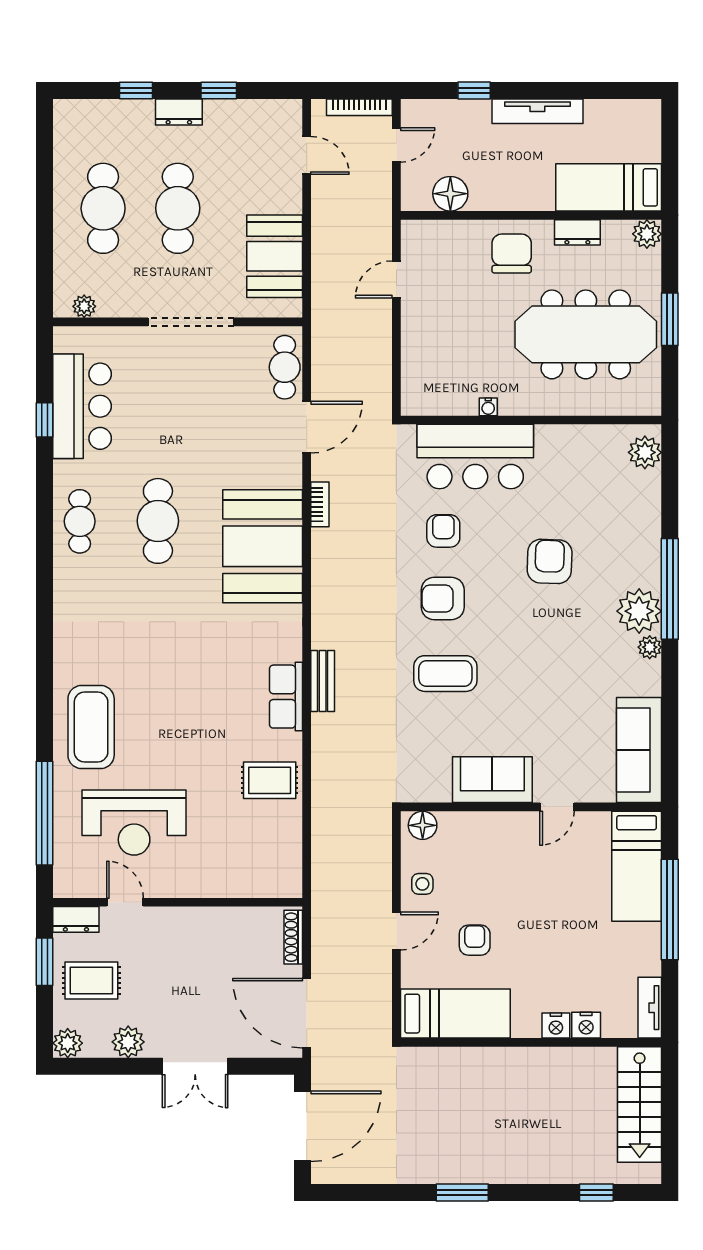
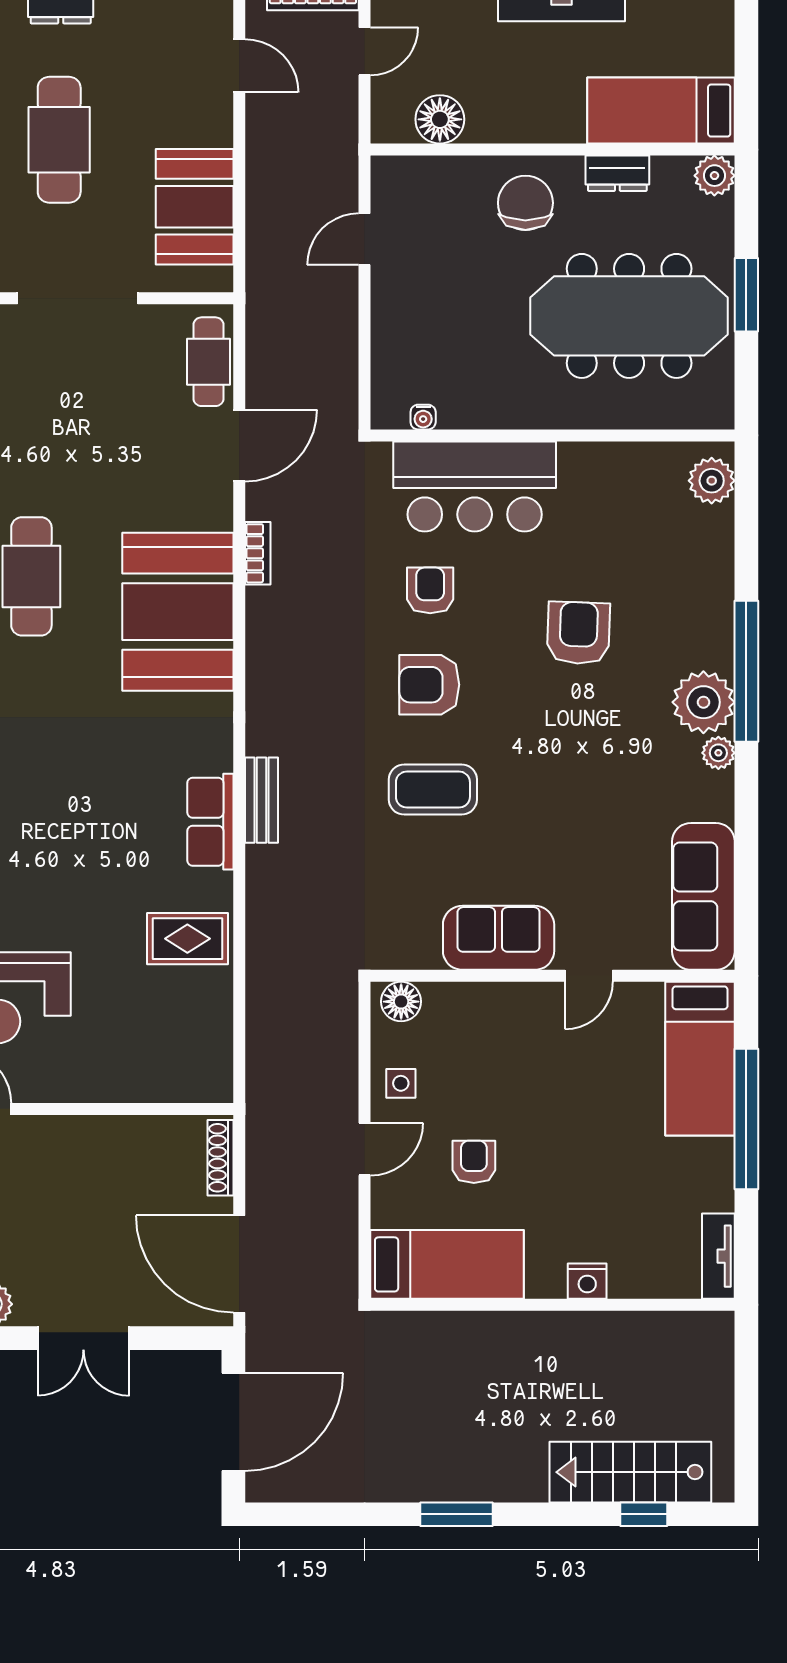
water cooler: (488, 407) -> (423, 417), moved
nightstand: (586, 1025) -> (630, 1281), removed
stairs: (640, 1105) -> (630, 1472), moved, turned 90

